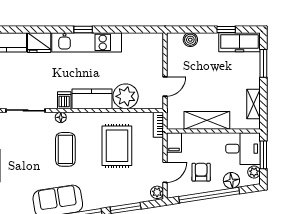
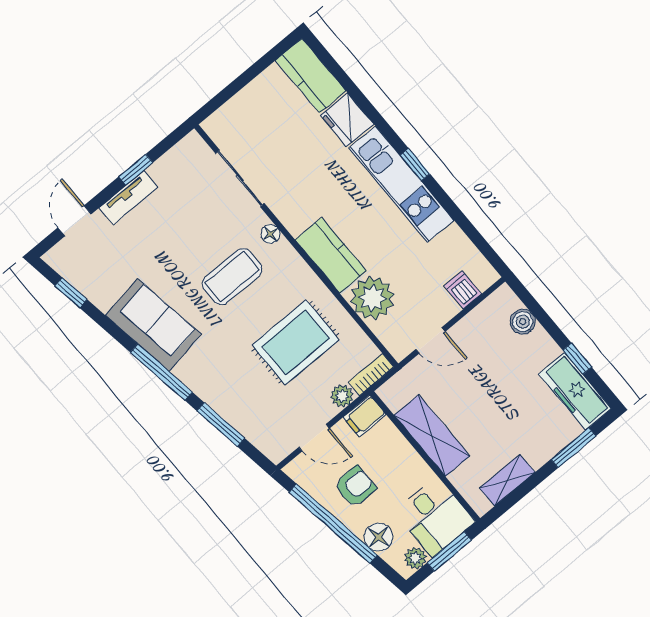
dishwasher: (64, 100) -> (463, 290), moved, turned -90
plant: (157, 192) -> (342, 396), moved

